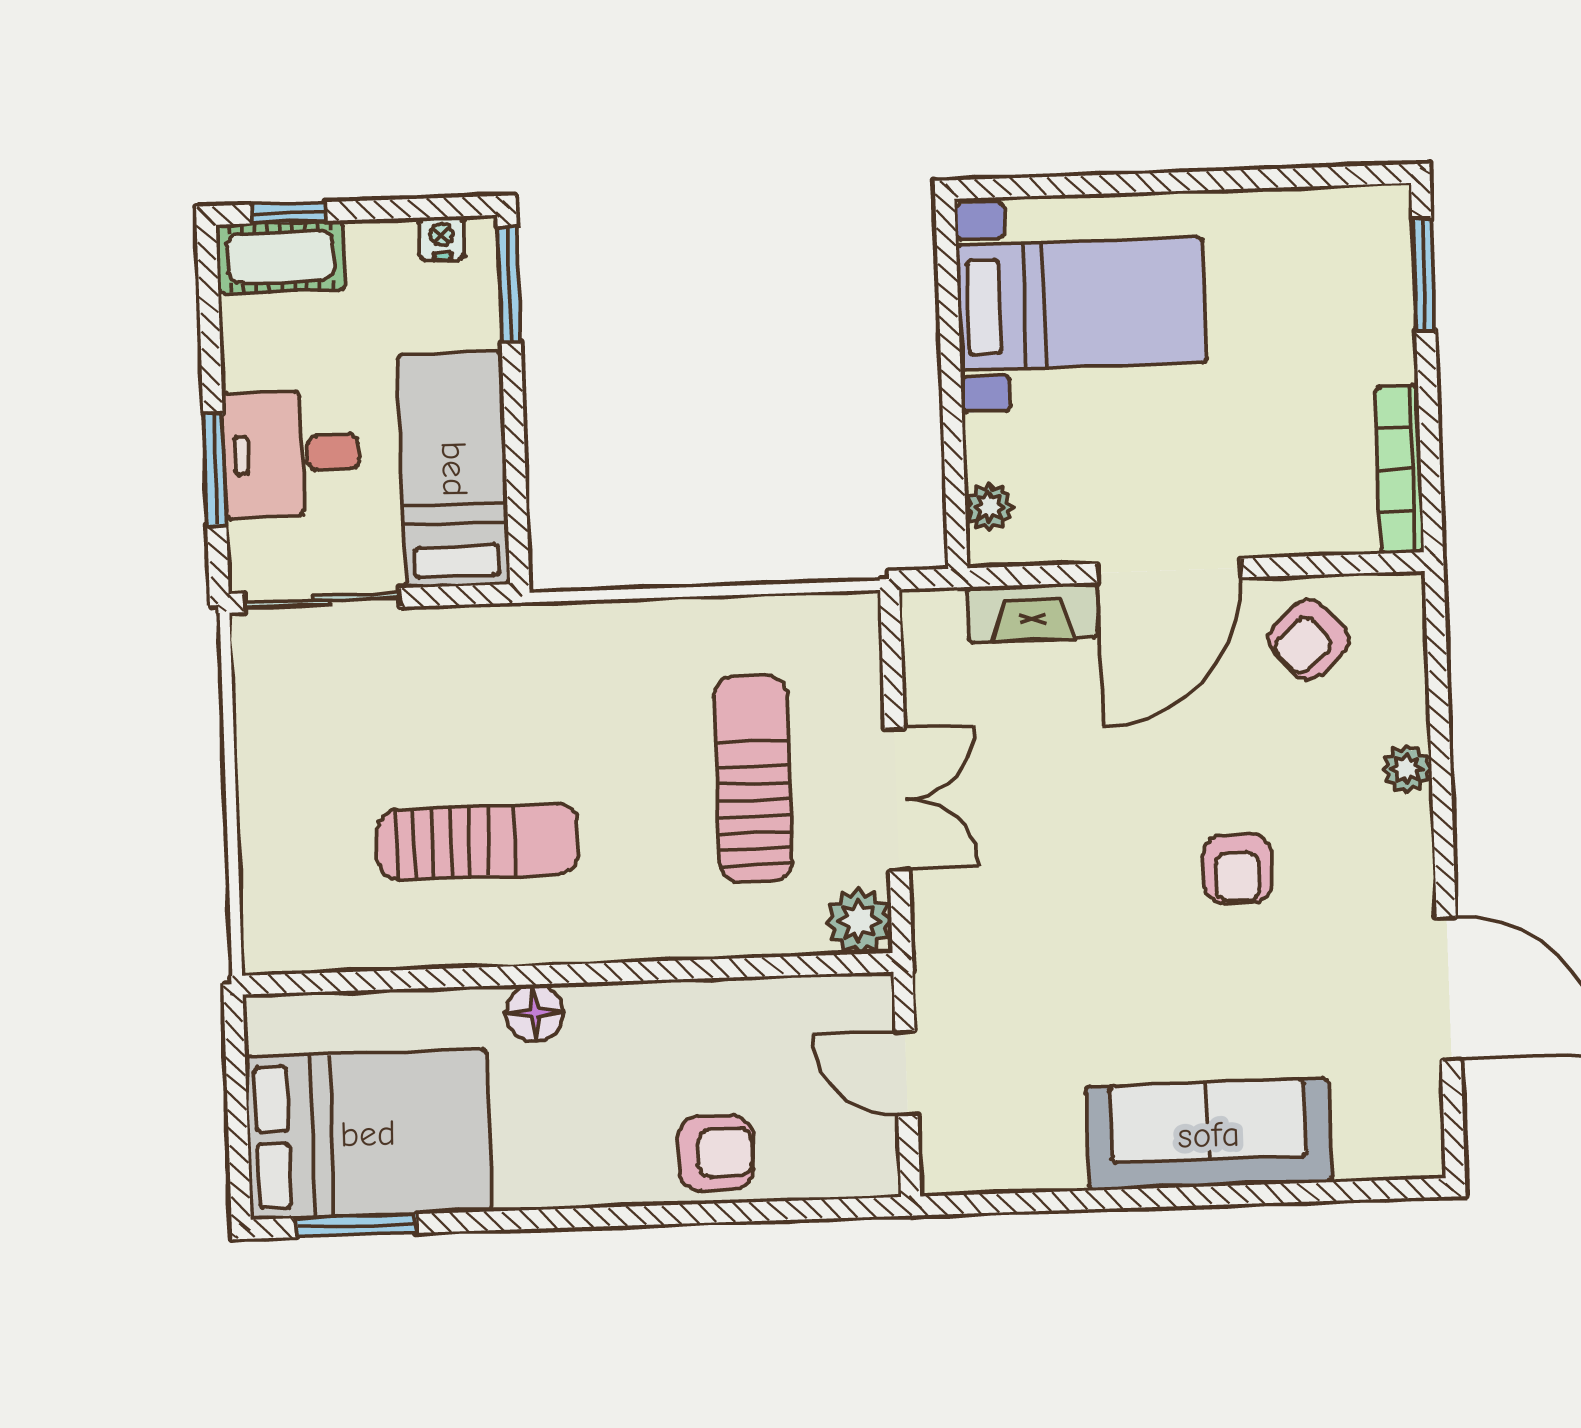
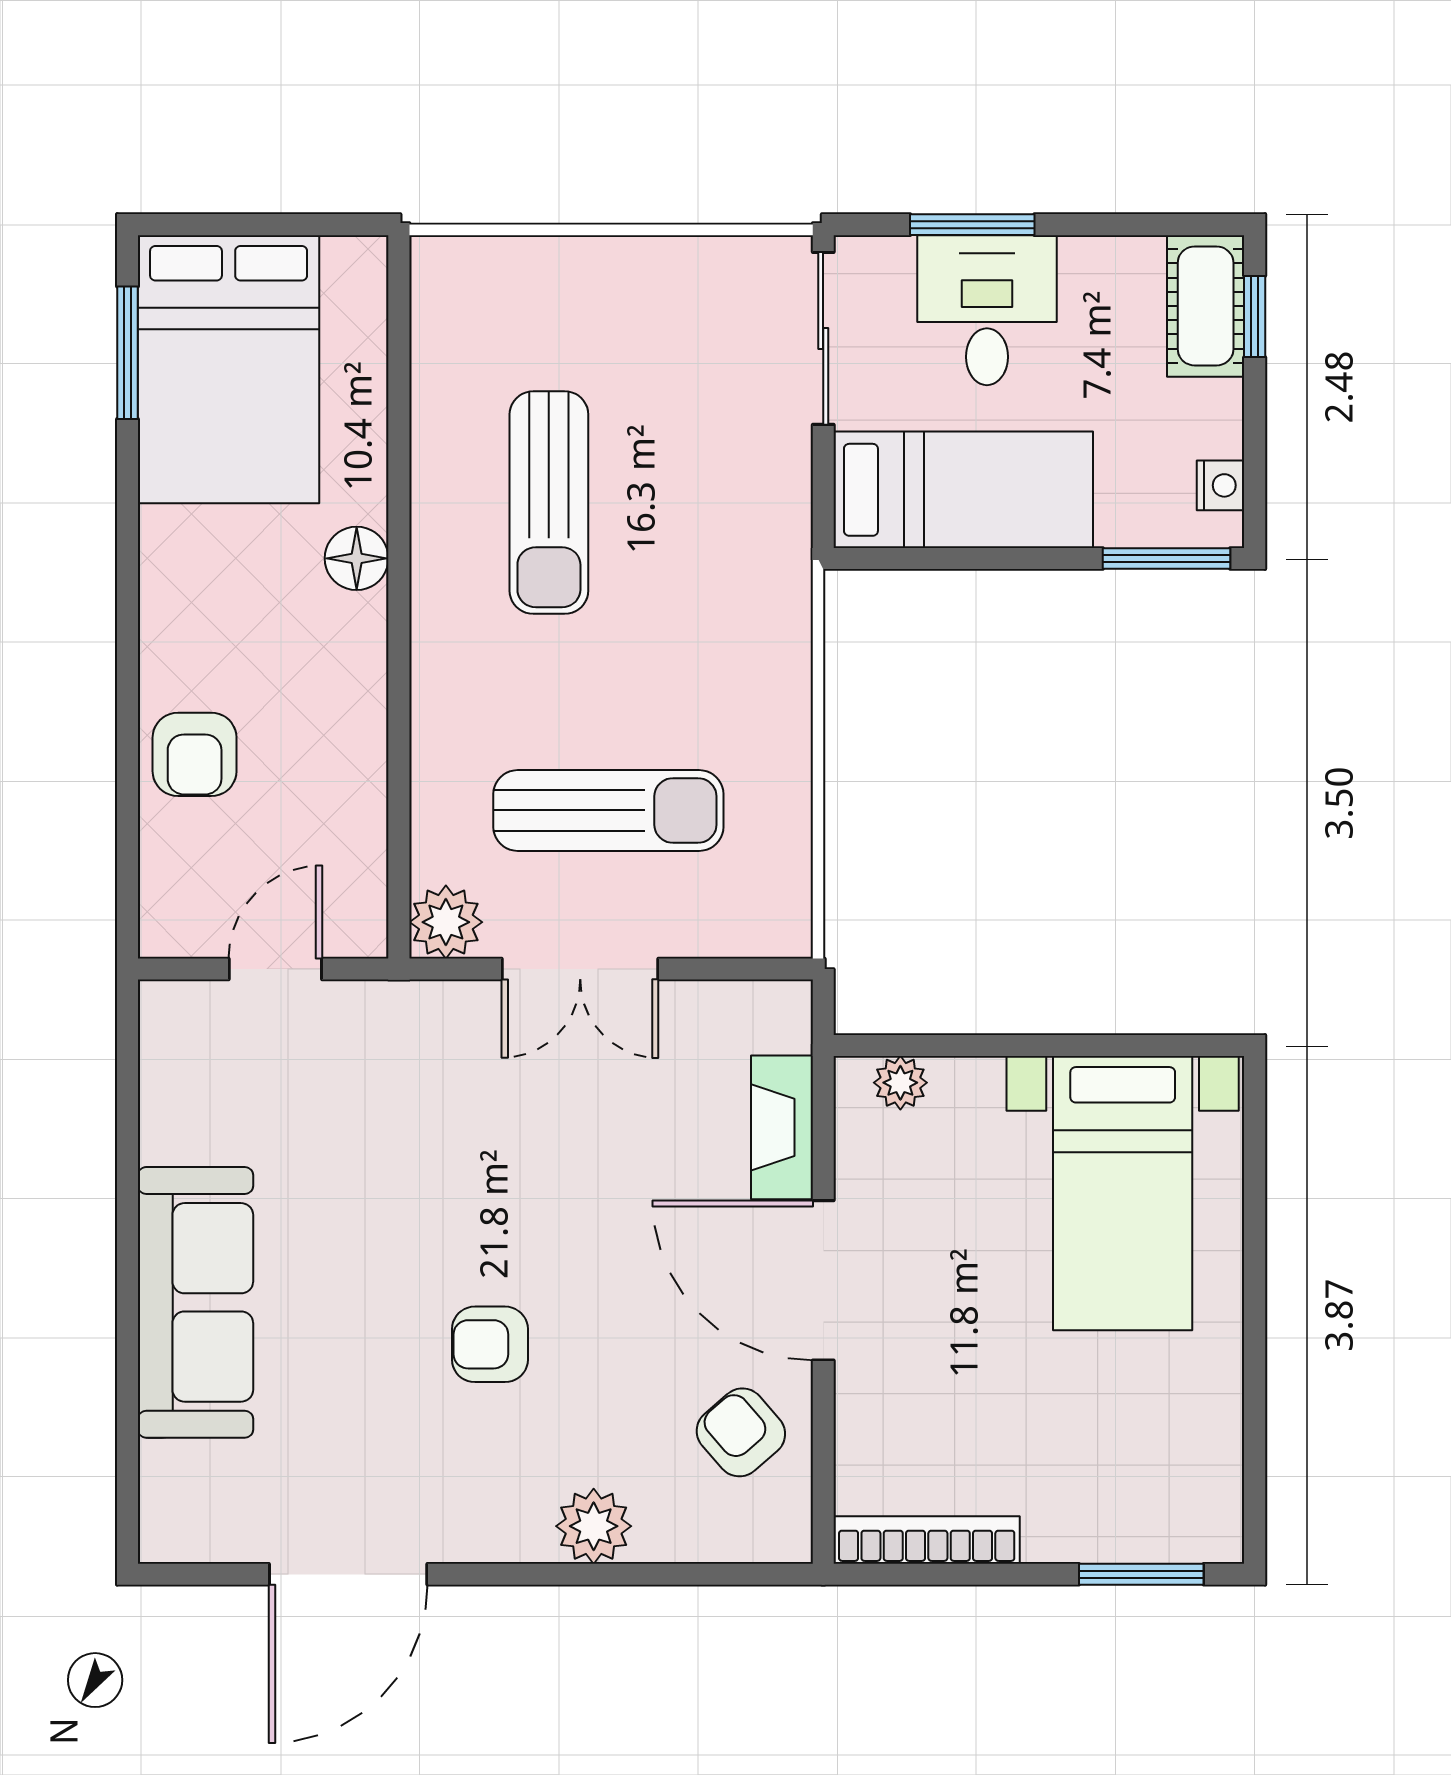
plant: (1407, 769) -> (594, 1526), width x1.38, depth x1.38

